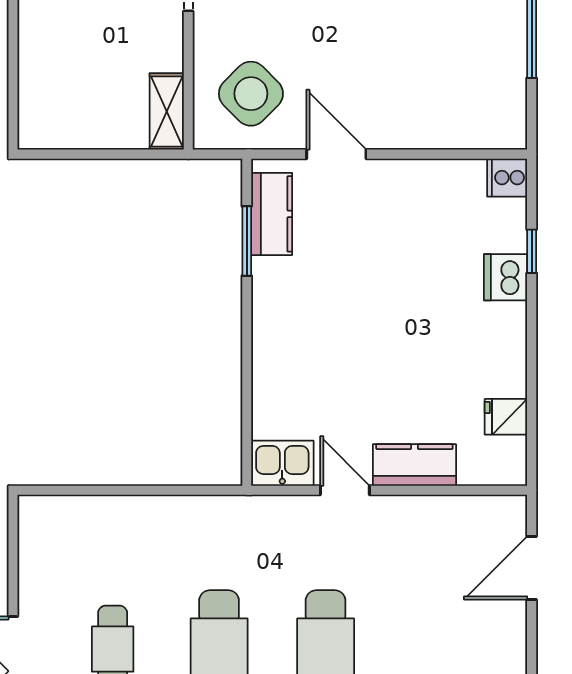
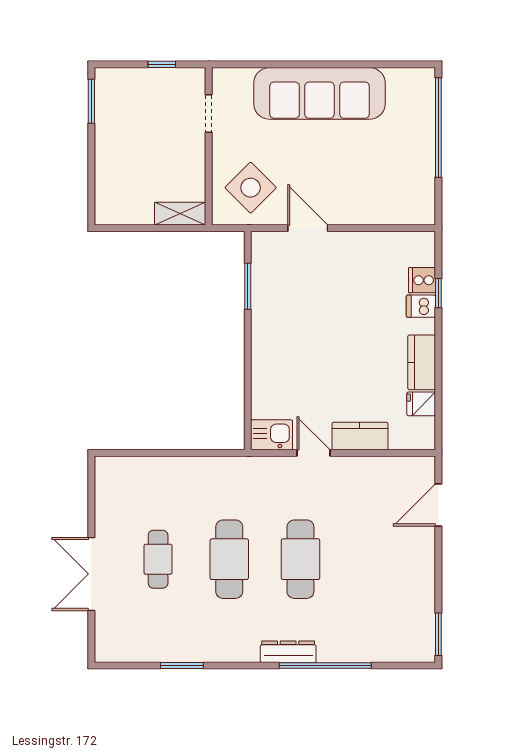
shelving: (167, 112) -> (180, 214), moved, turned 90
cooker: (507, 178) -> (422, 280), moved
kitchen counter: (272, 214) -> (422, 362), moved, turned 180
dishwasher: (506, 277) -> (421, 306), width x0.73

